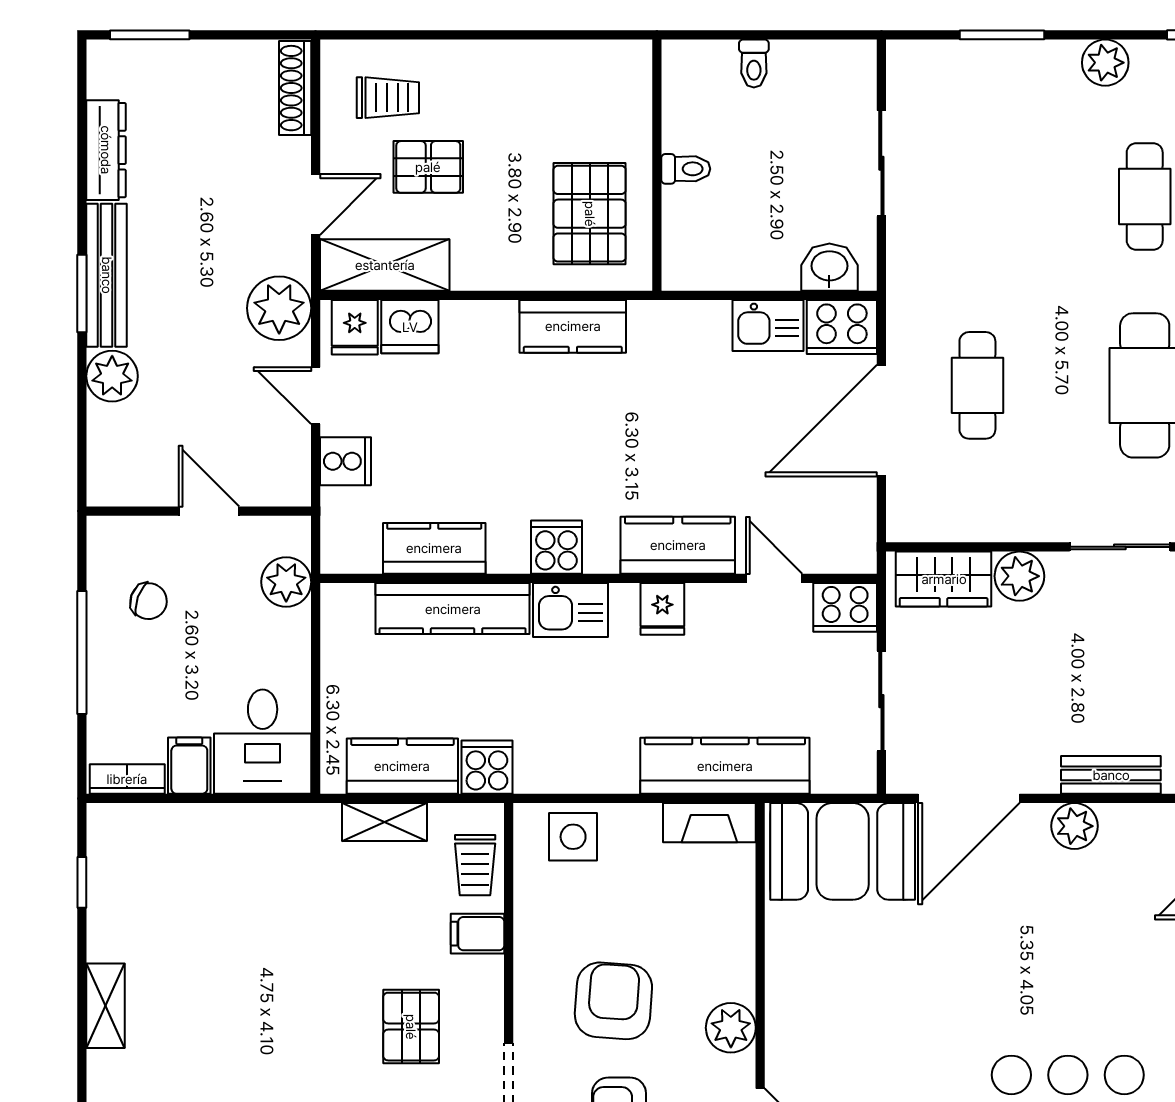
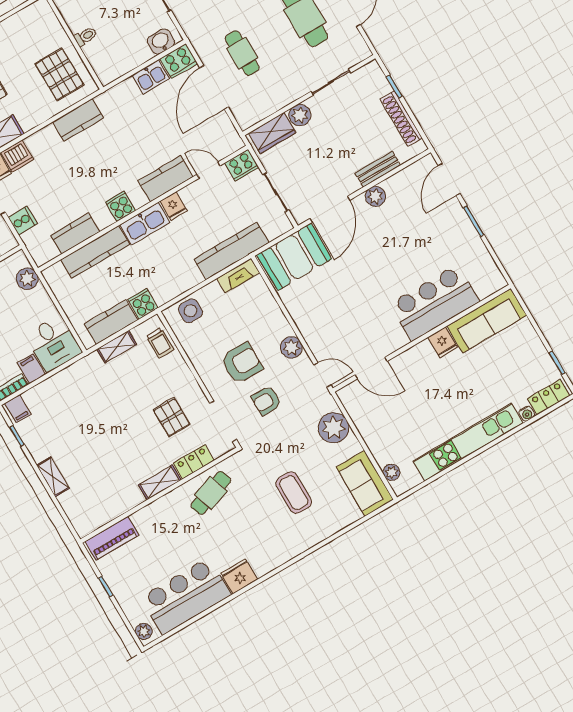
kitchen sink: (570, 610) -> (145, 223), width x1.38
filing cabinet: (478, 934) -> (18, 409), moved, turned -90
armchair: (613, 1001) -> (242, 363), turned 86

